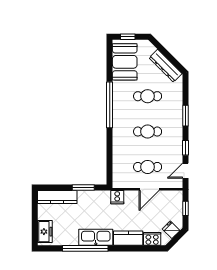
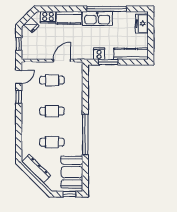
window: (186, 116) -> (19, 125), removed
door: (149, 189) -> (62, 61), moved
cooker: (117, 197) -> (99, 54), moved

